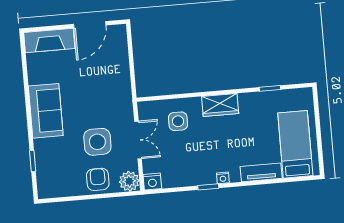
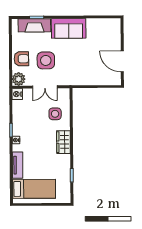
fireplace: (49, 41) -> (34, 25), moved, turned -90

